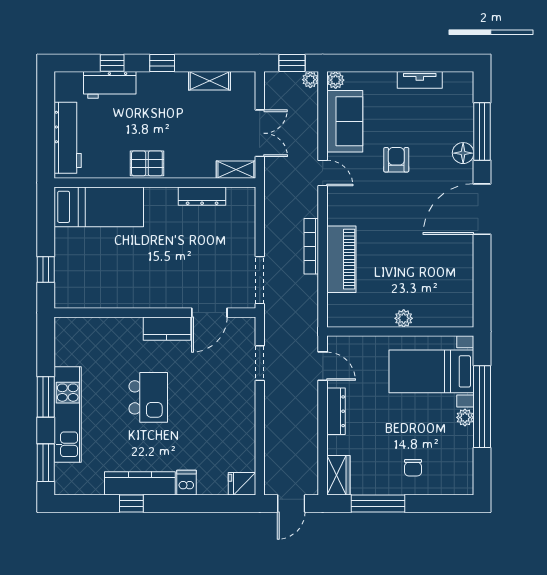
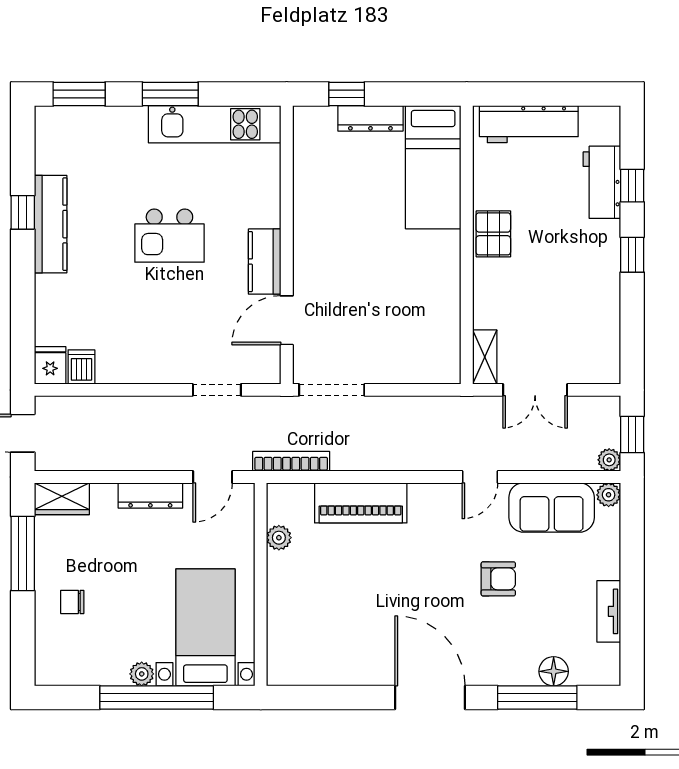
shelving: (209, 81) -> (608, 320), removed
floor lamp: (463, 153) -> (554, 671), moved
dresser: (202, 196) -> (370, 118), moved, turned -90
bookcase: (311, 246) -> (291, 461), moved
door: (209, 313) -> (287, 320), hinge flipped
plant: (404, 318) -> (279, 538), moved
kitchen unit: (68, 415) -> (215, 124), moved
dishwasher: (186, 483) -> (81, 367), moved, turned -90

